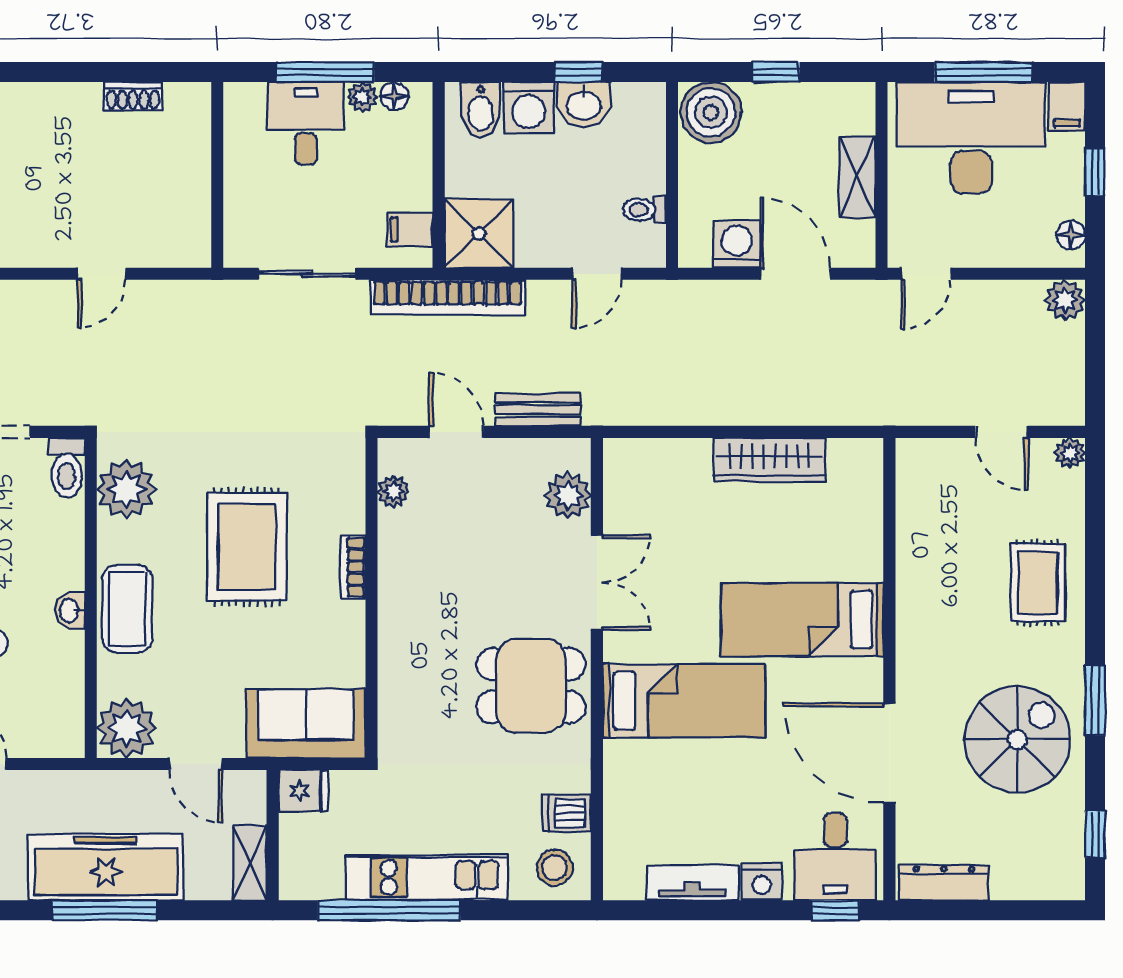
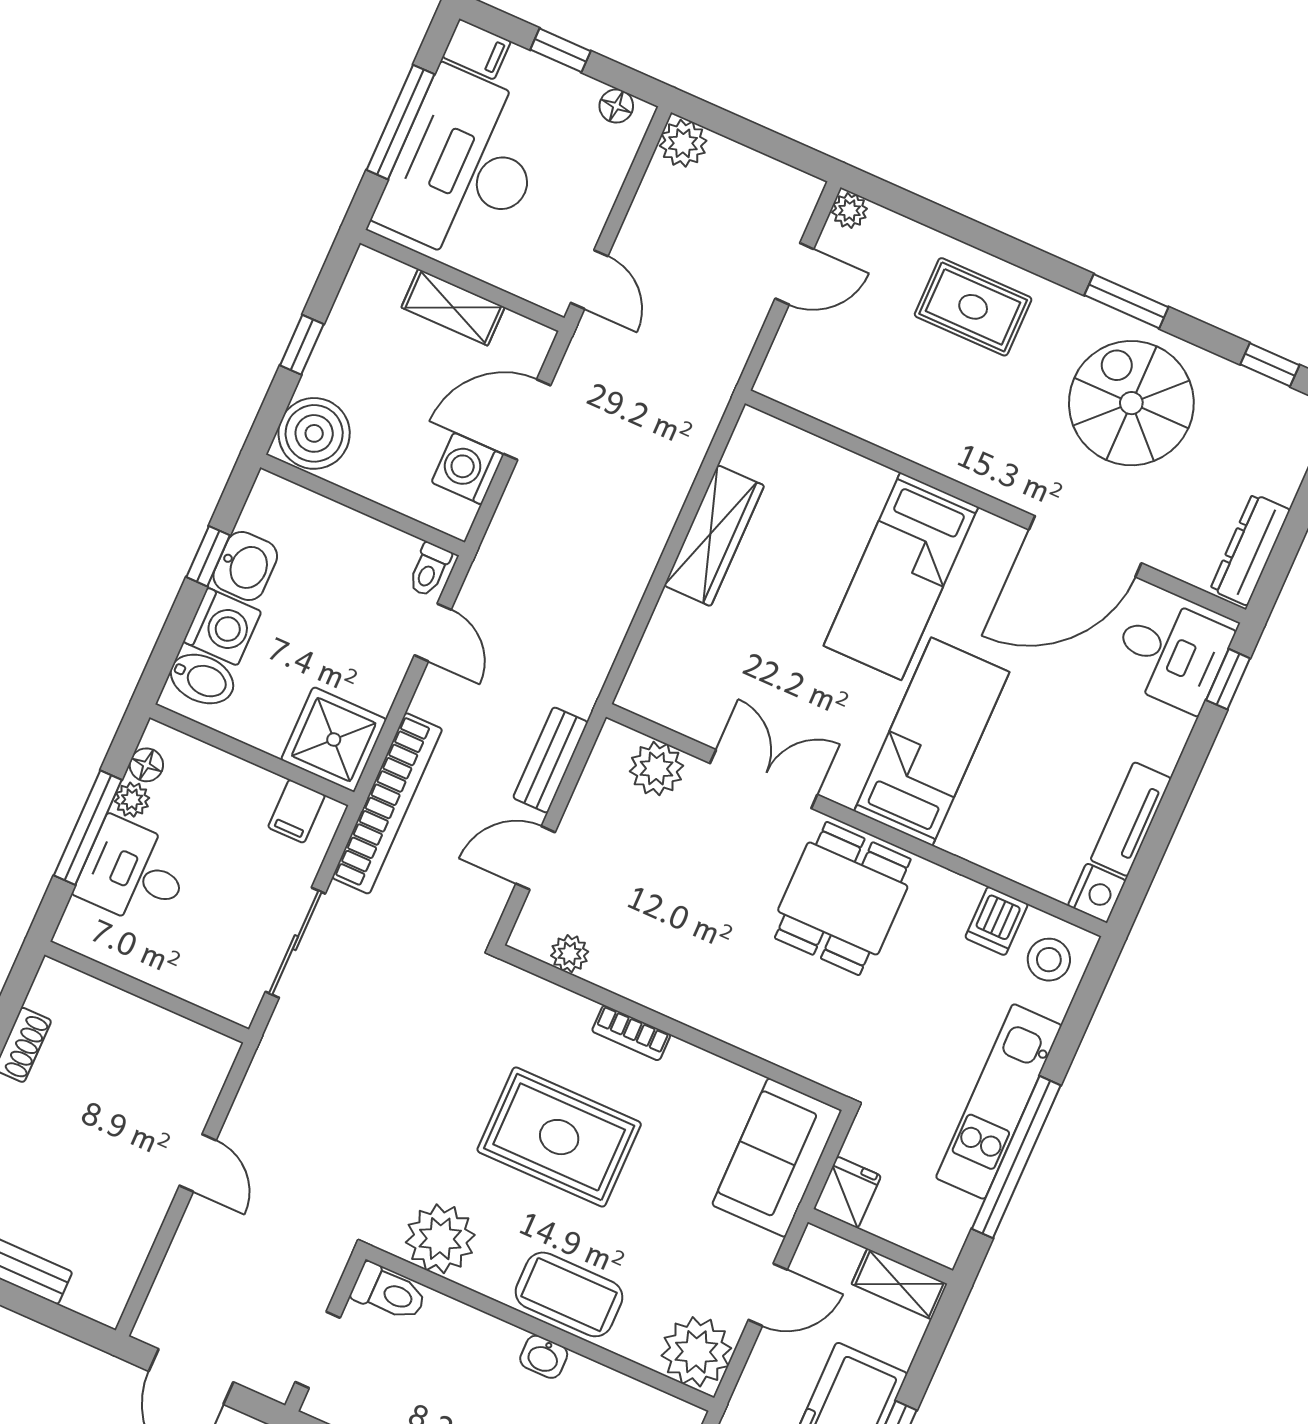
toilet: (645, 210) -> (429, 570), moved
nightstand: (762, 882) -> (1097, 893), moved

